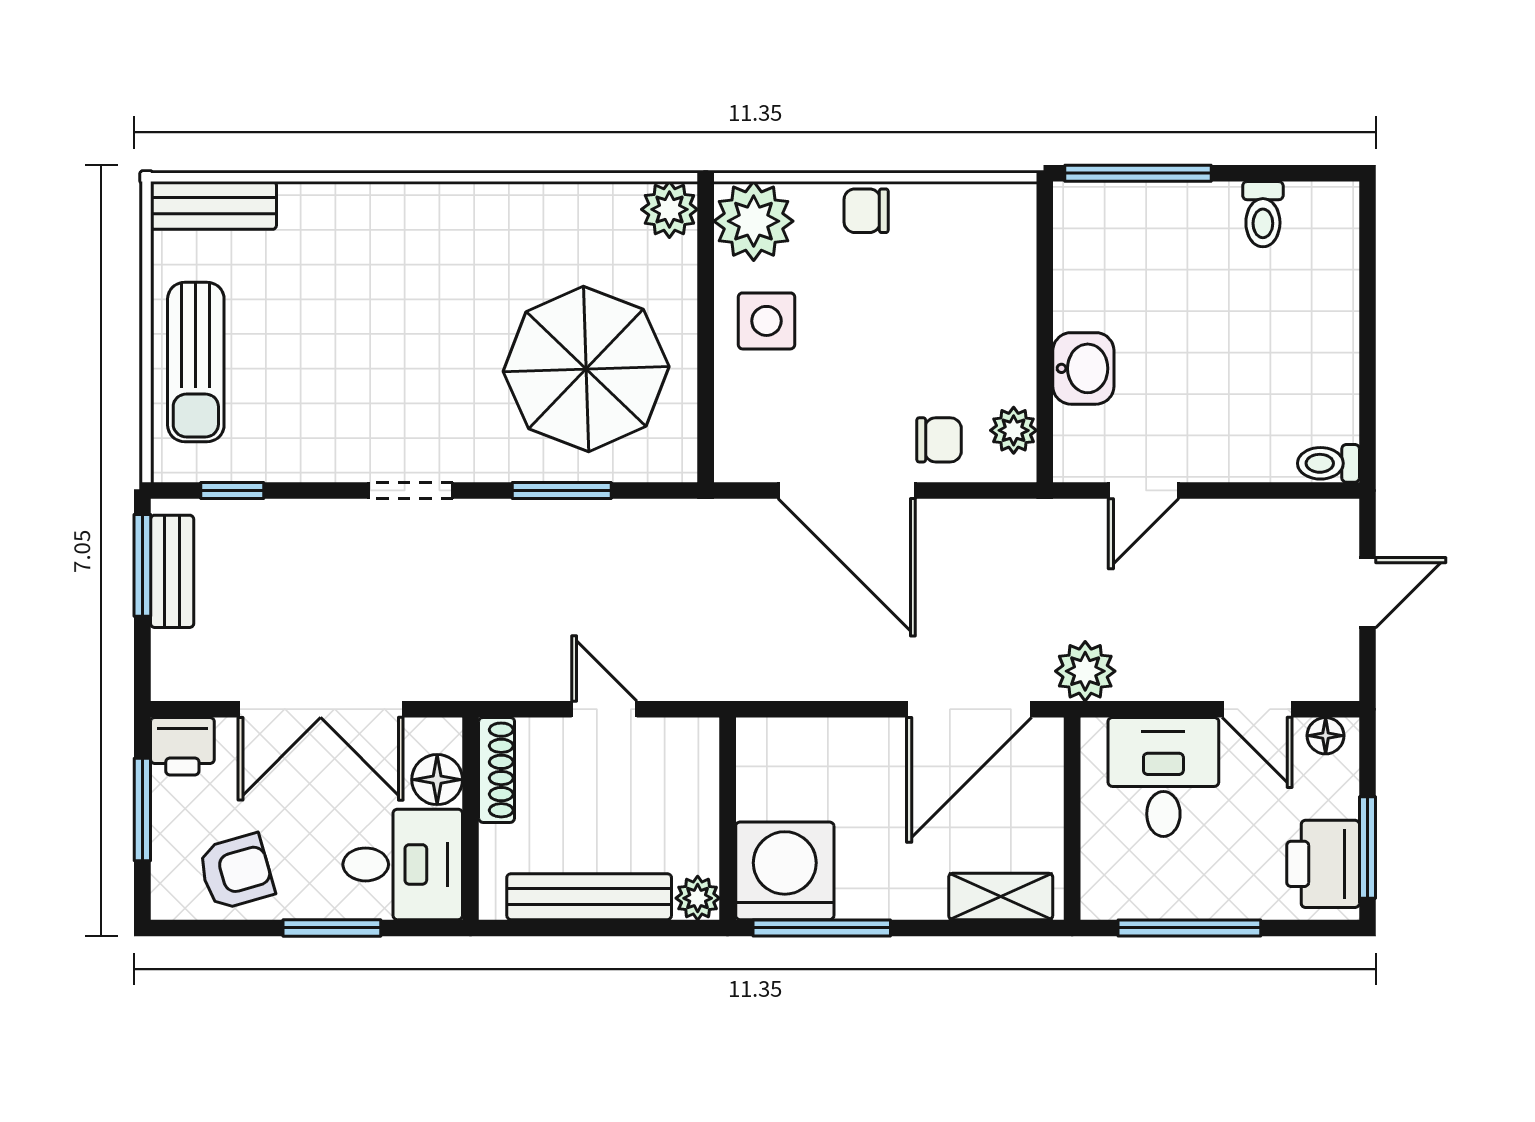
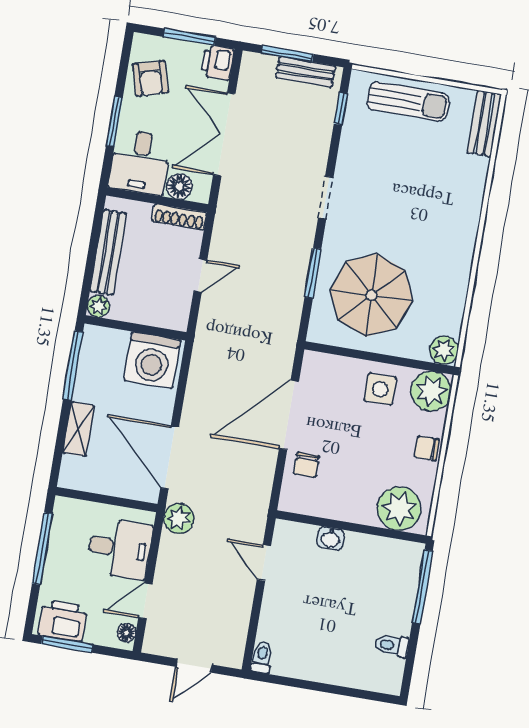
chair: (866, 211) -> (427, 448), turned -90
sun lounger: (196, 362) -> (408, 101), turned 180
washbasin: (1083, 368) -> (331, 538), width x0.72, depth x0.69
plant: (1014, 430) -> (399, 509), moved, width x1.87, depth x1.87
window: (142, 565) -> (287, 54), moved
door: (1367, 593) -> (194, 666), hinge flipped
washing machine: (785, 871) -> (152, 360), moved, turned 90
shelving: (1001, 896) -> (79, 429), moved

